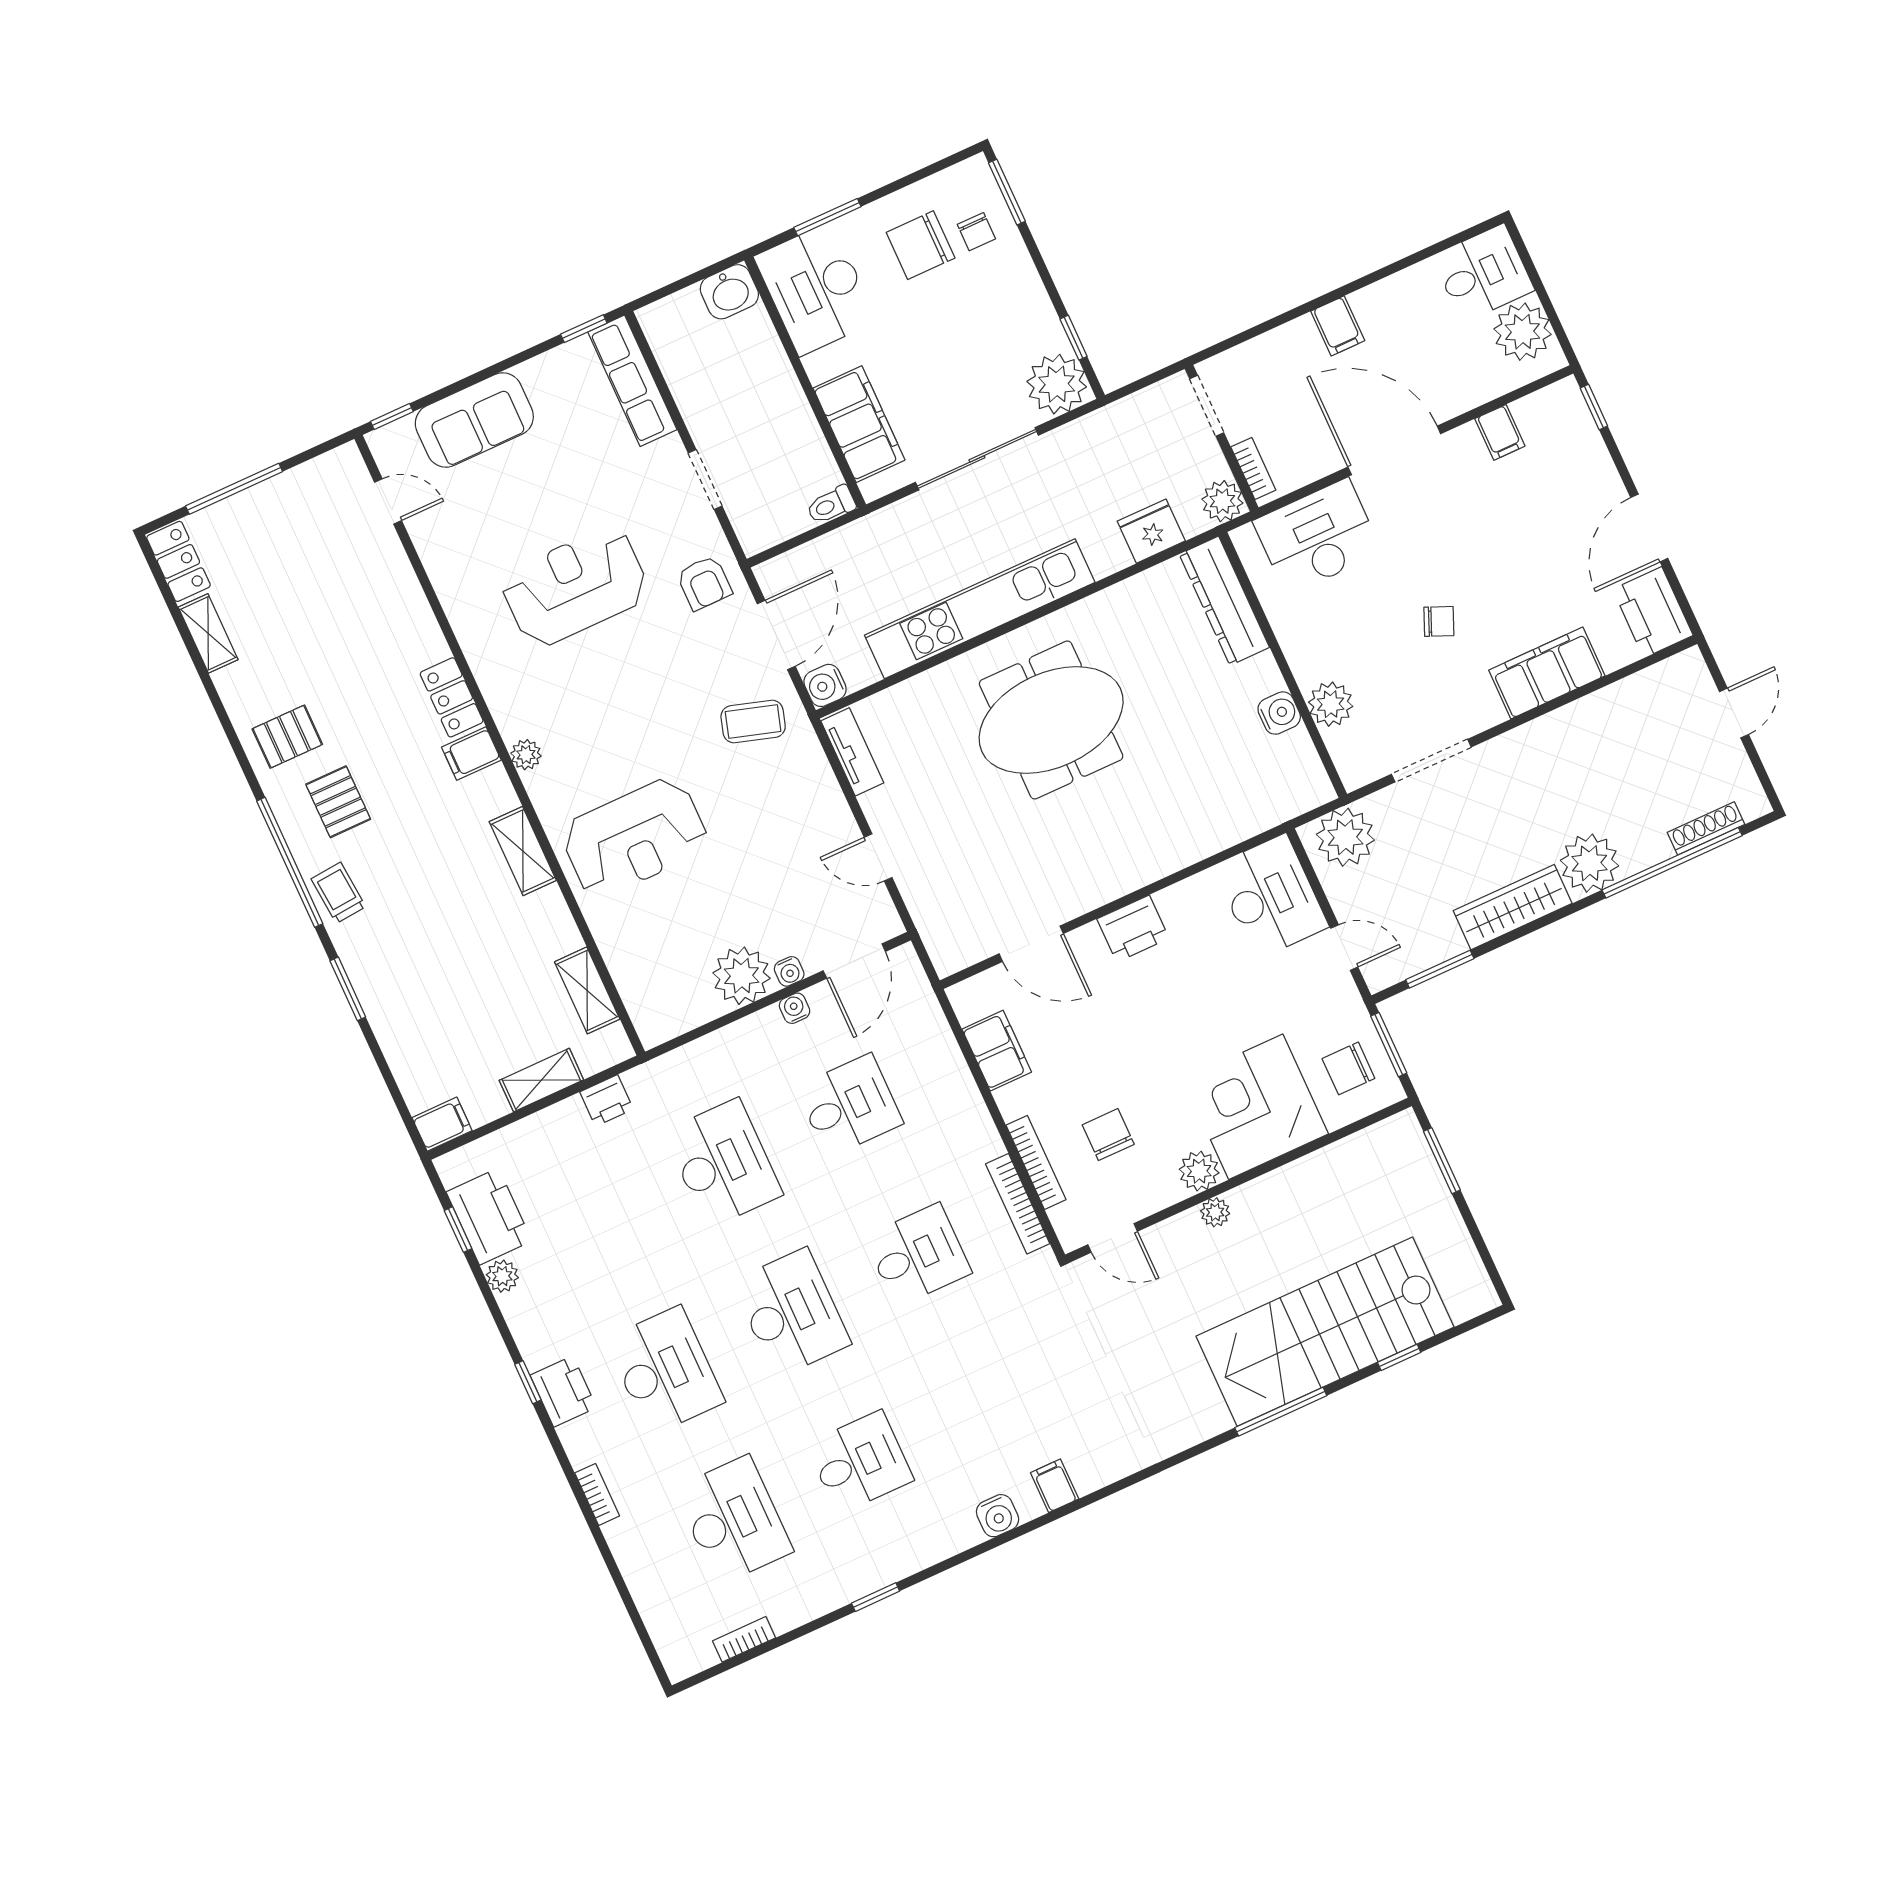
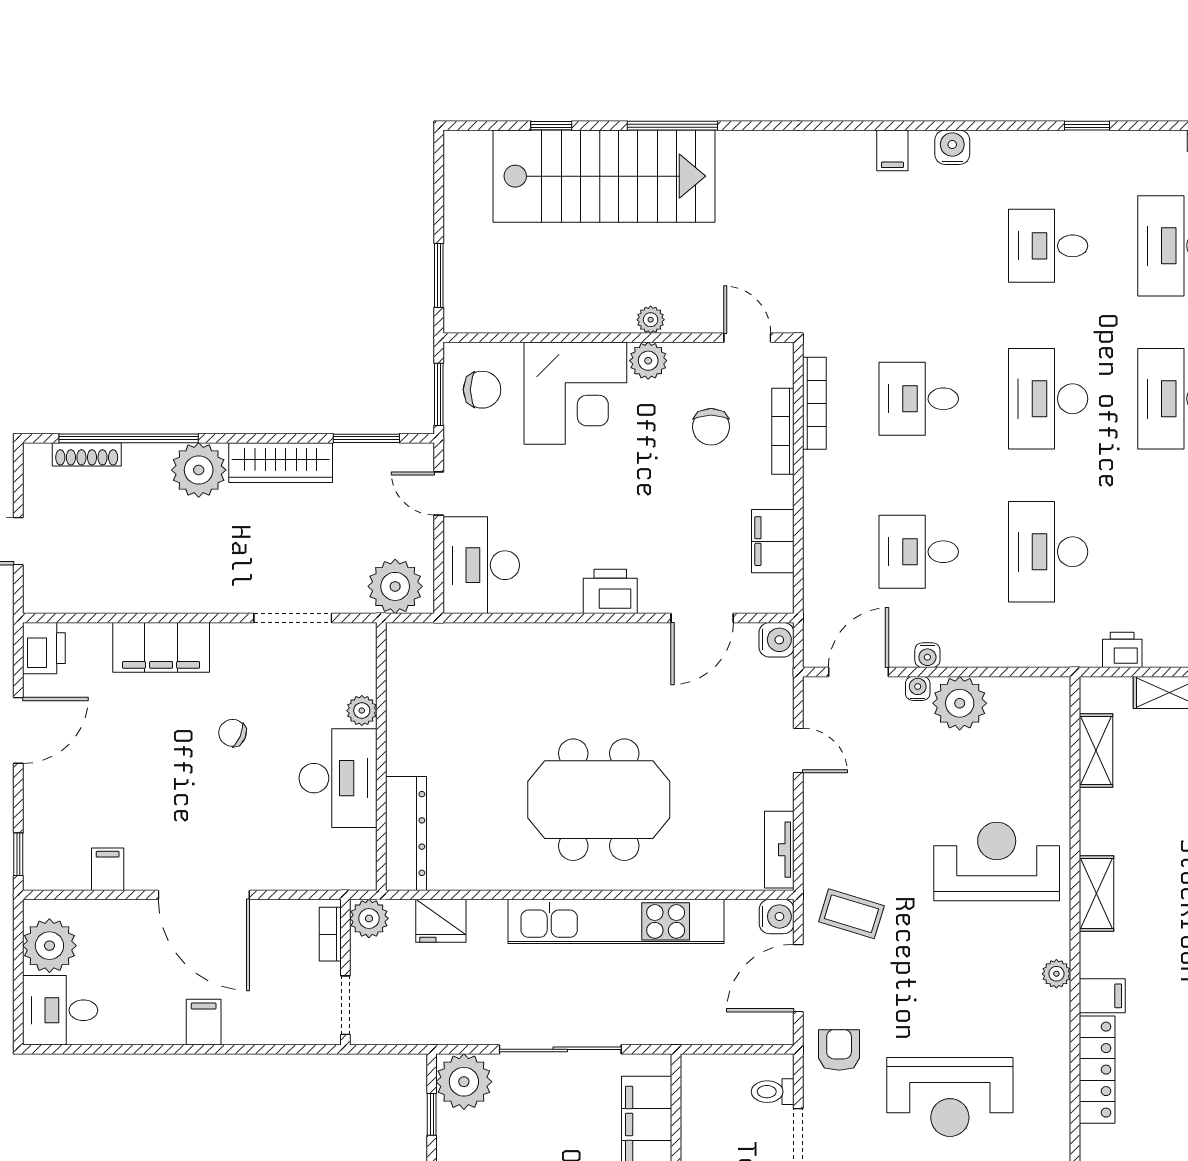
toilet: (831, 505) -> (773, 1092), moved, turned 180
desk: (1318, 537) -> (338, 778), moved, turned -90
printer: (1653, 612) -> (44, 648), width x0.73, depth x0.84
locker: (452, 697) -> (1097, 1070), width x1.53
plant: (1331, 704) -> (362, 711), width x0.73, depth x0.73
water cooler: (1279, 713) -> (777, 640), moved, turned 180
door: (1031, 944) -> (702, 618), swing flipped

